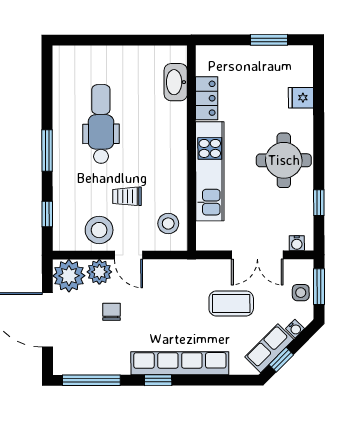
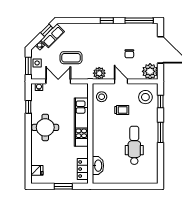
window: (269, 40) -> (63, 186), moved
locker: (207, 98) -> (83, 169), moved
fridge: (301, 98) -> (37, 170), moved
dental chair: (101, 124) -> (134, 145), turned 180
stool: (99, 230) -> (145, 97), moved
plant: (99, 272) -> (99, 73), moved
row of seats: (180, 363) -> (96, 29), removed

